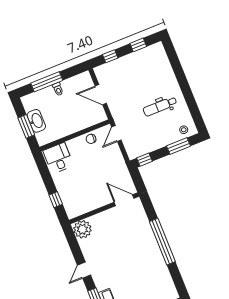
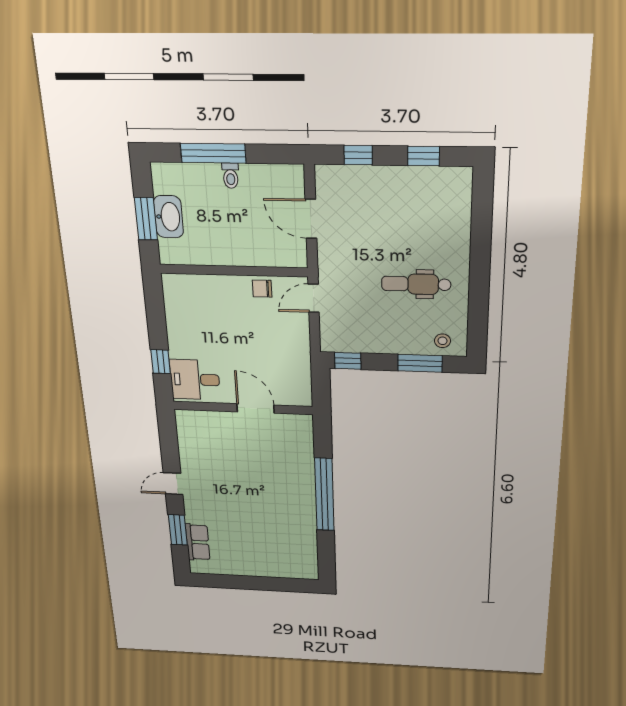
desk: (58, 158) -> (195, 380), moved, turned -90
door: (124, 200) -> (256, 408), moved
plant: (82, 229) -> (192, 424), removed

